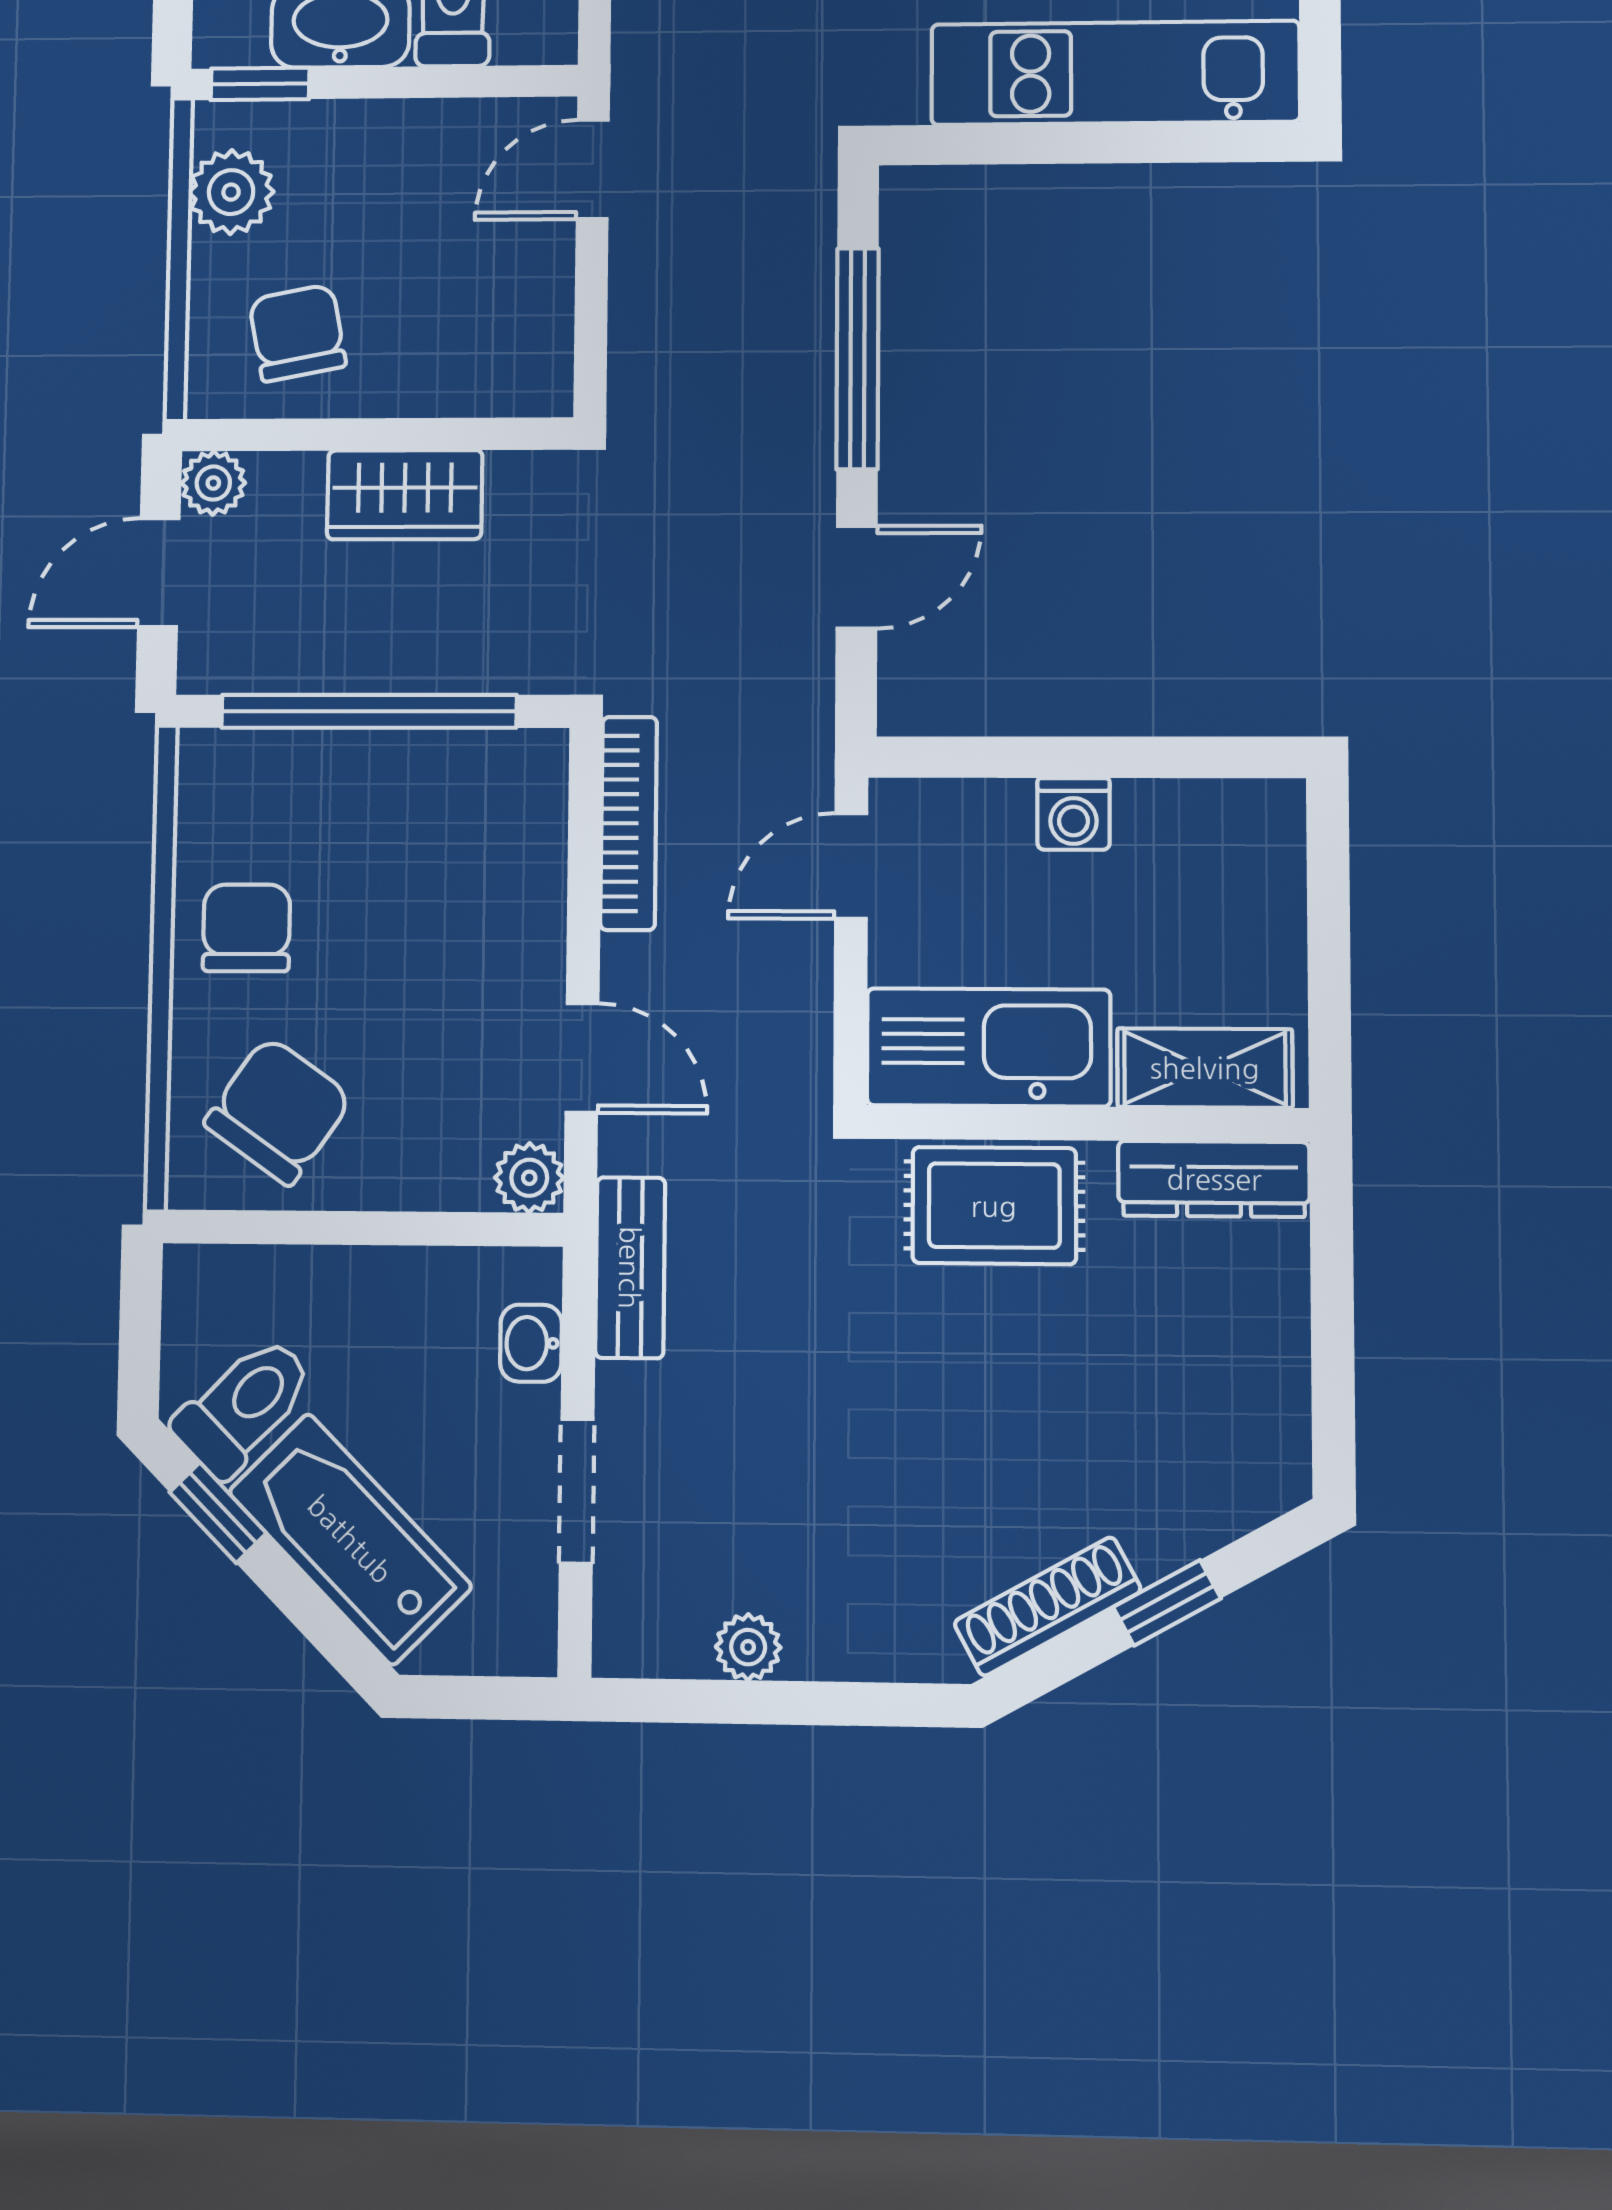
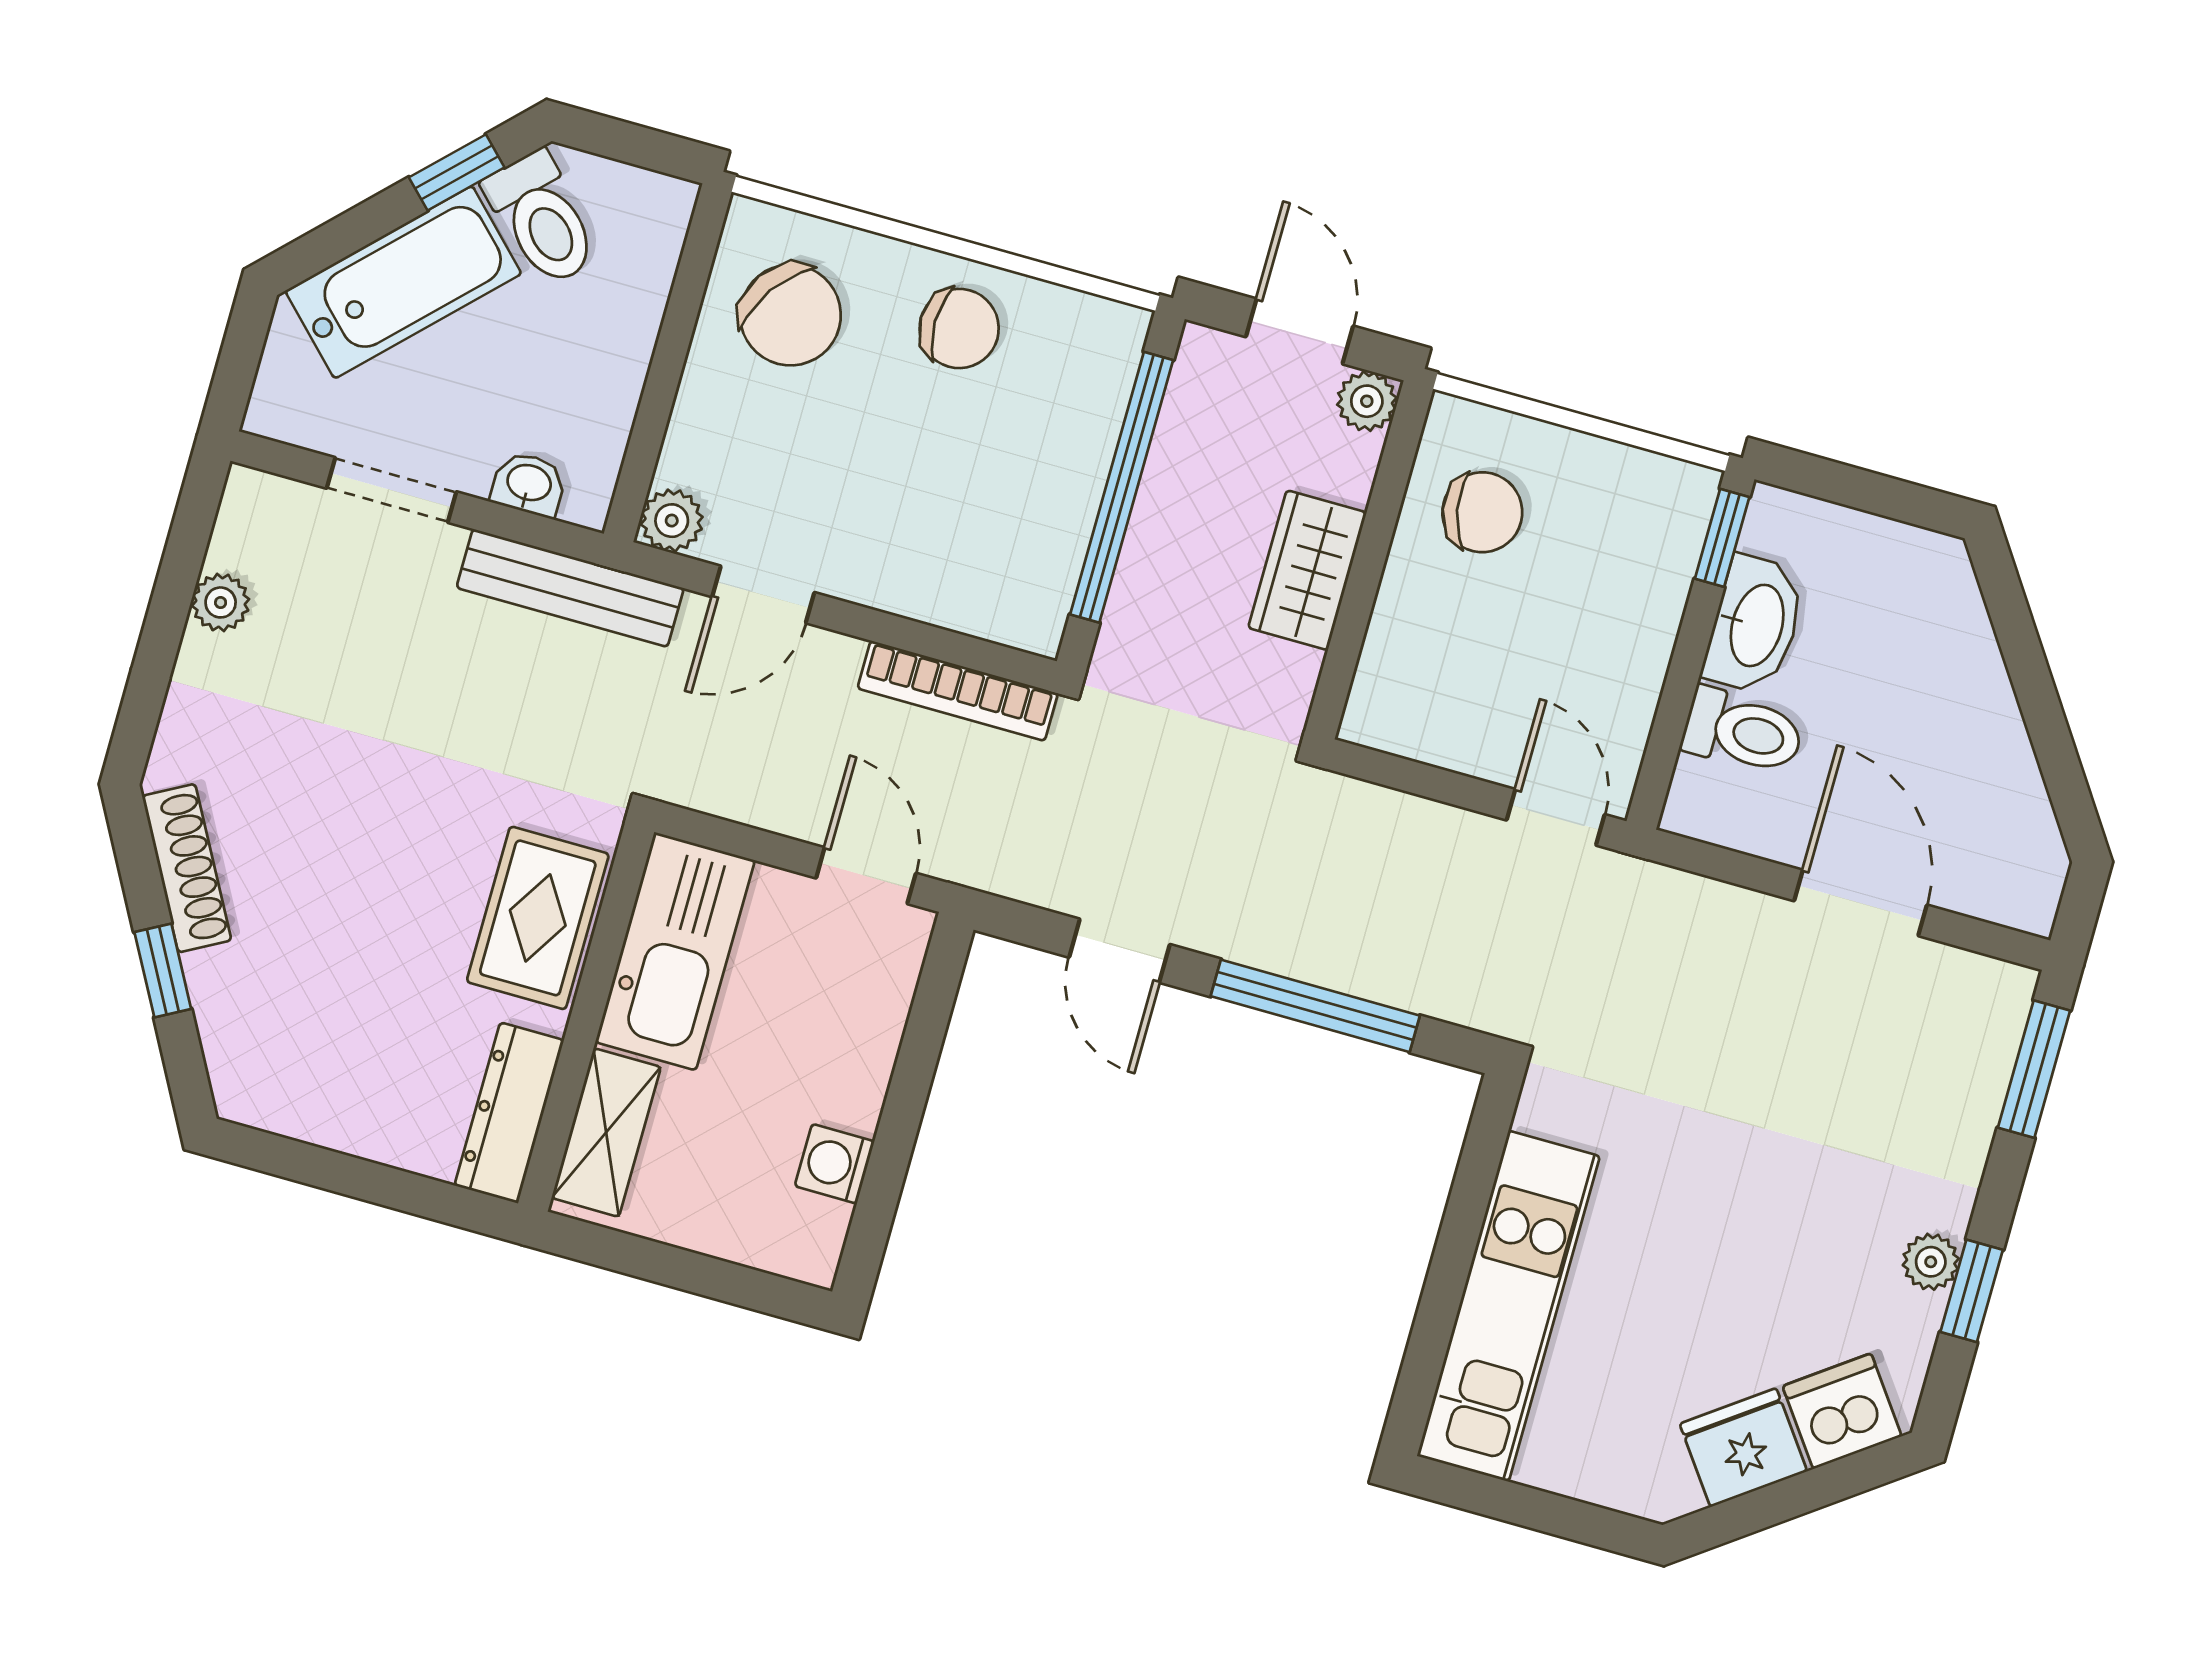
plant: (231, 192) -> (1629, 486), removed
washing machine: (1073, 814) -> (835, 1164), moved
bench: (630, 1268) -> (570, 588), width x1.36

